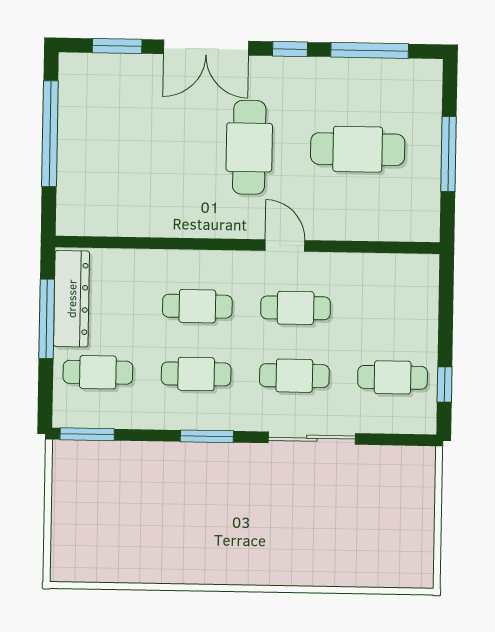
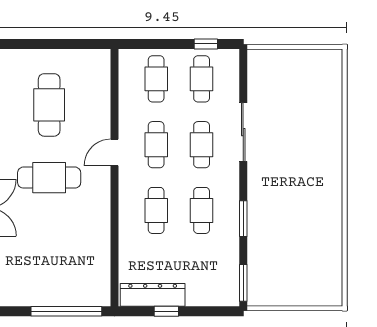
window: (50, 134) -> (66, 311), moved
window: (449, 154) -> (51, 44), removed
window: (47, 319) -> (166, 311), width x0.46
cafe table: (98, 372) -> (156, 79), moved
window: (207, 436) -> (243, 219), moved

